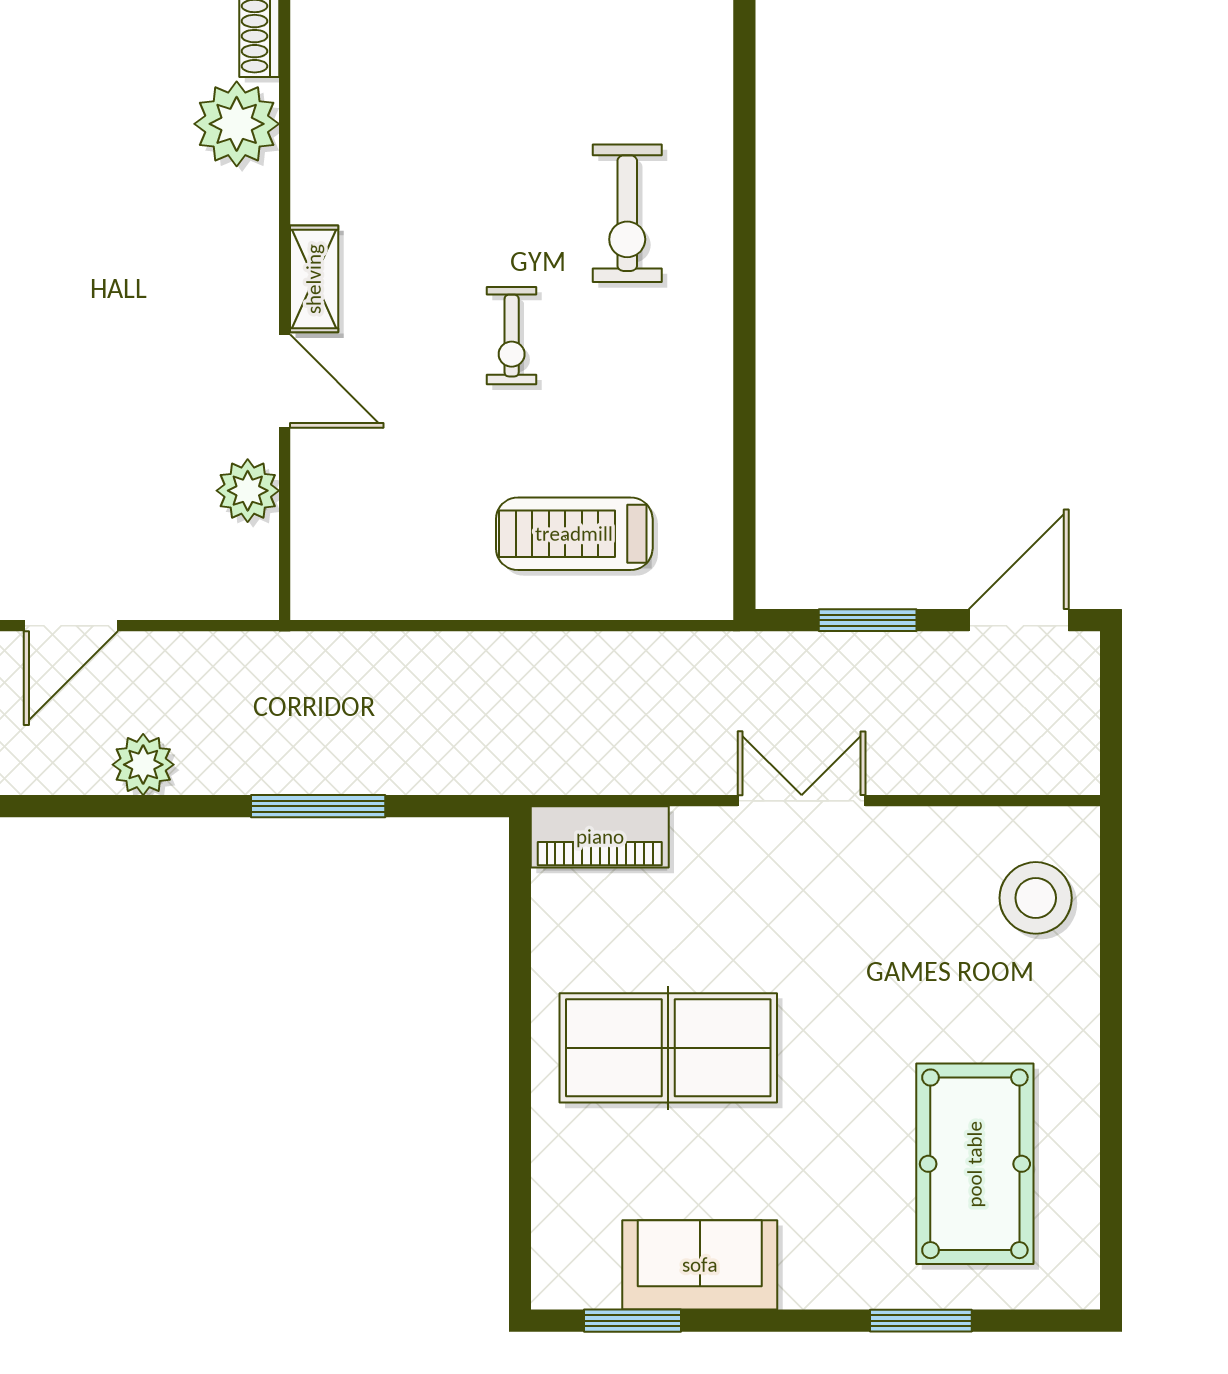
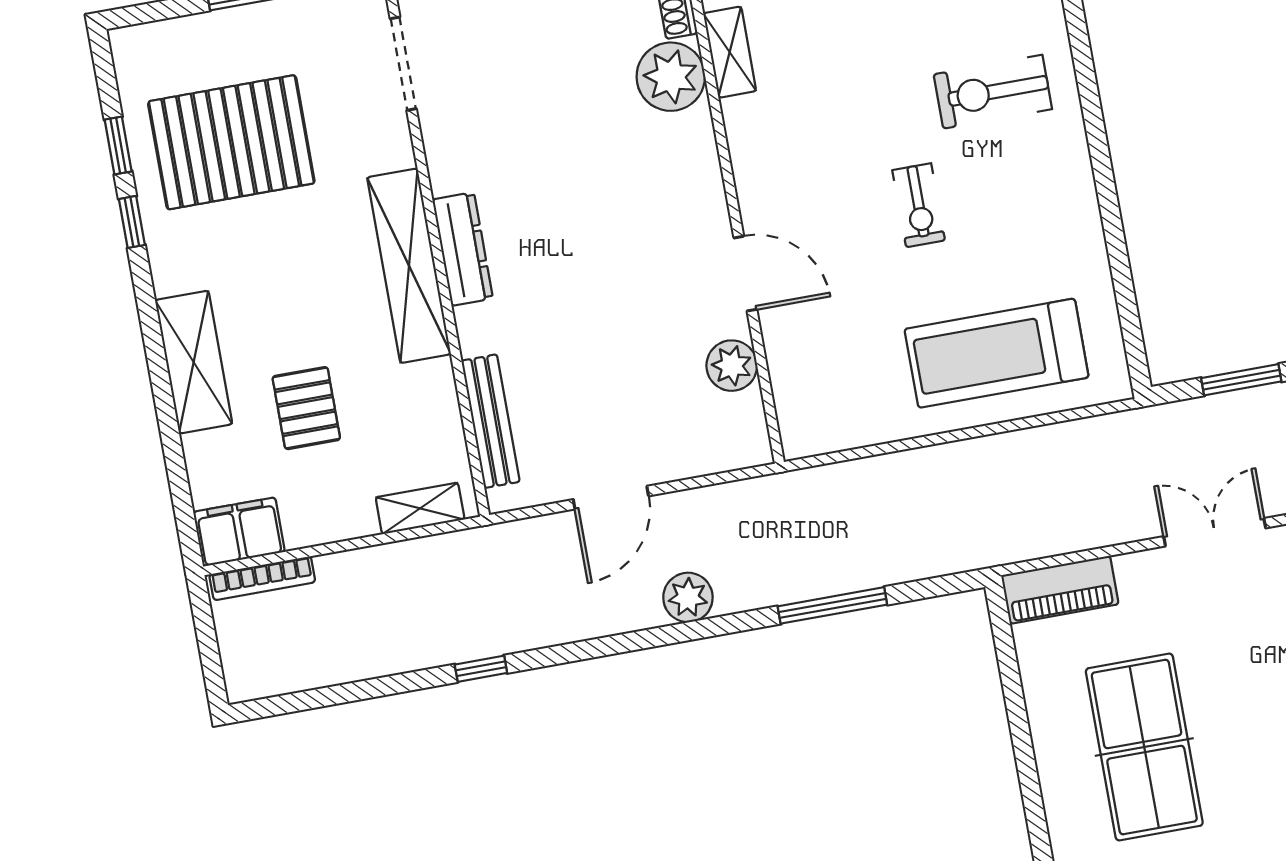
exercise bike: (627, 213) -> (993, 92), turned 90
shelving: (314, 279) -> (730, 52), moved
treadmill: (574, 534) -> (997, 353), width x1.37, depth x1.38
table tennis table: (668, 1048) -> (1144, 747), turned 90

